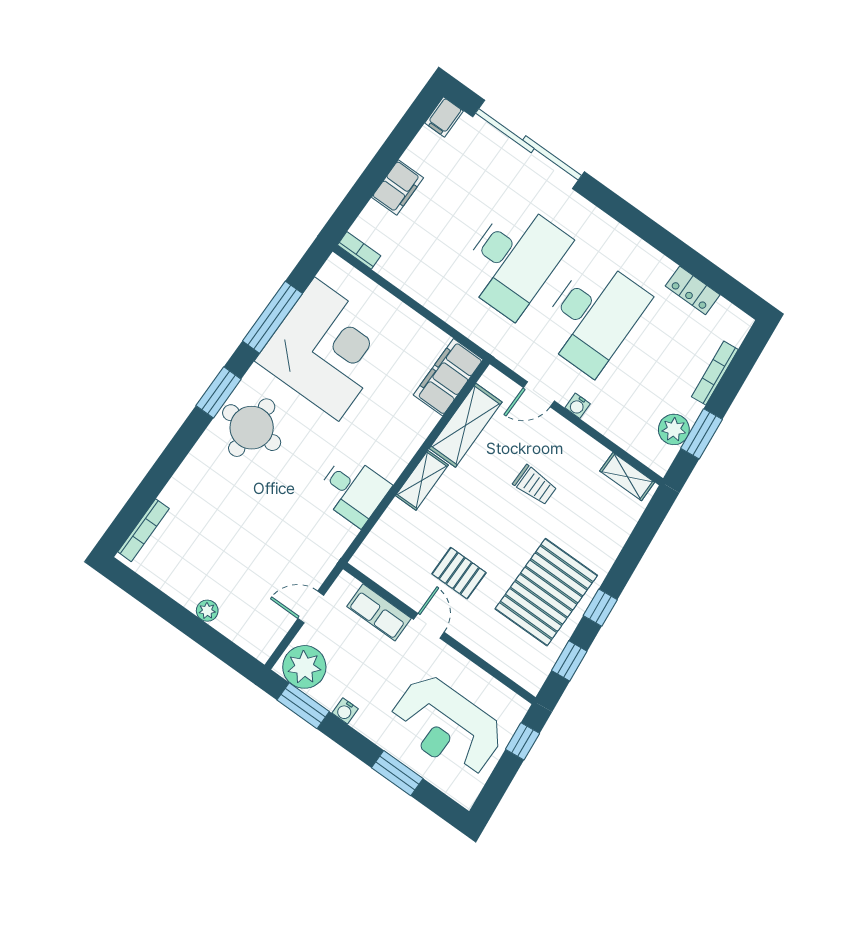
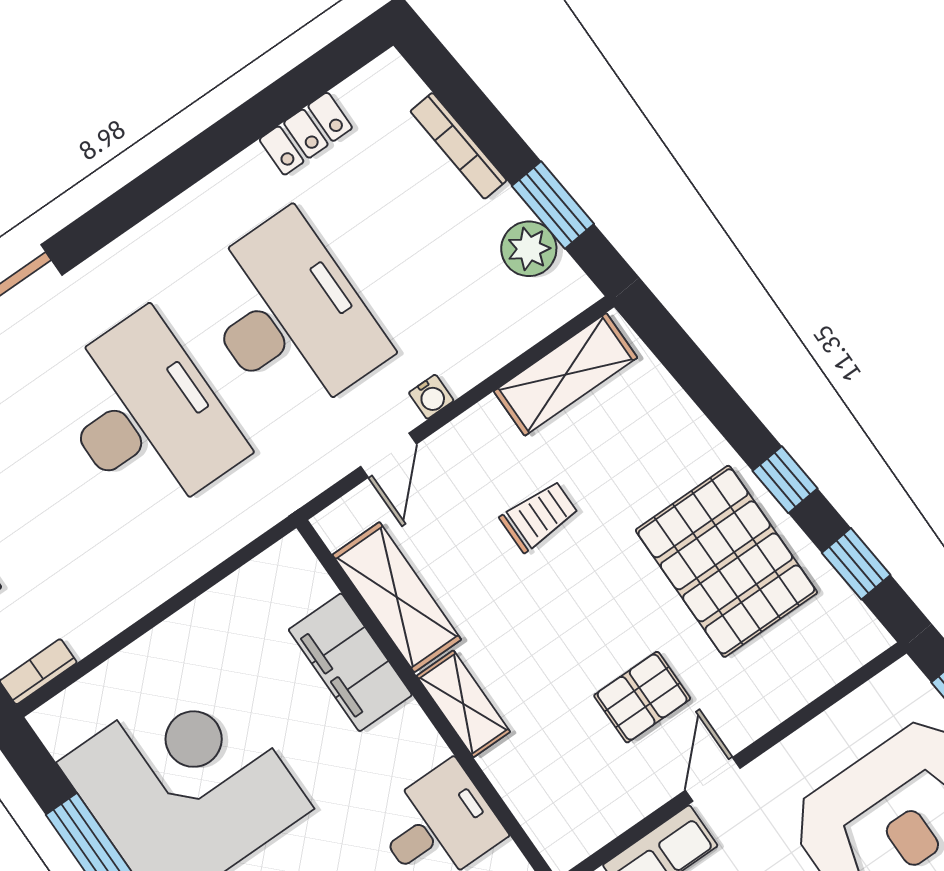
filing cabinet: (448, 377) -> (350, 662), moved
shelving: (627, 477) -> (566, 374), width x1.50, depth x1.33
door: (429, 626) -> (713, 779), hinge flipped

